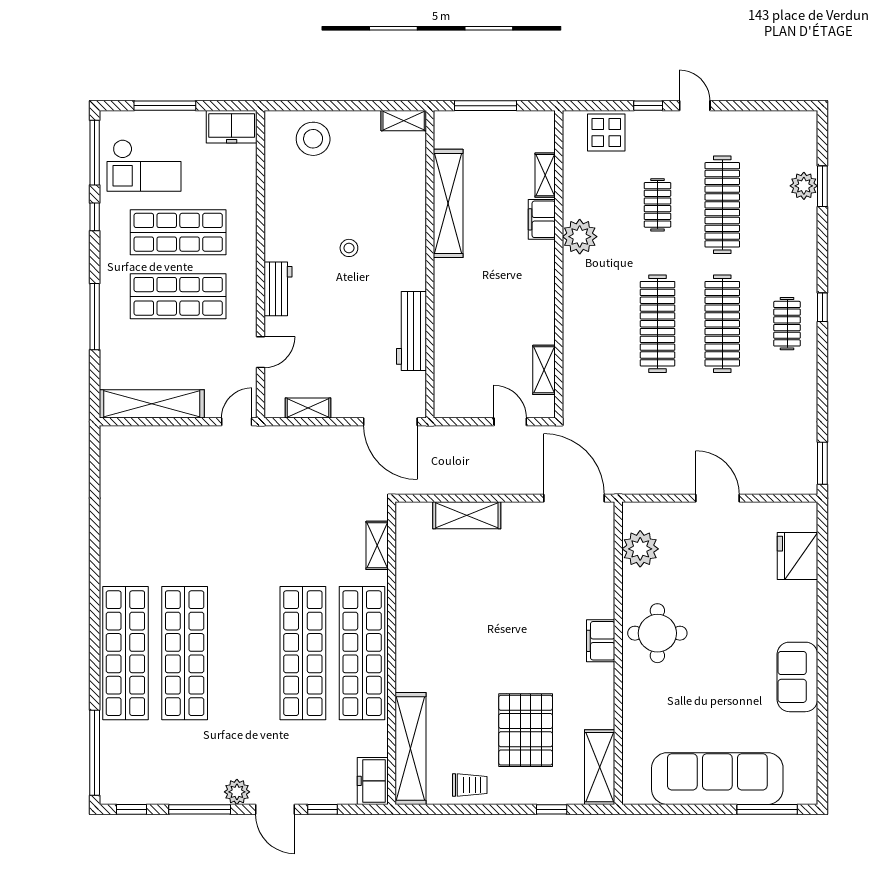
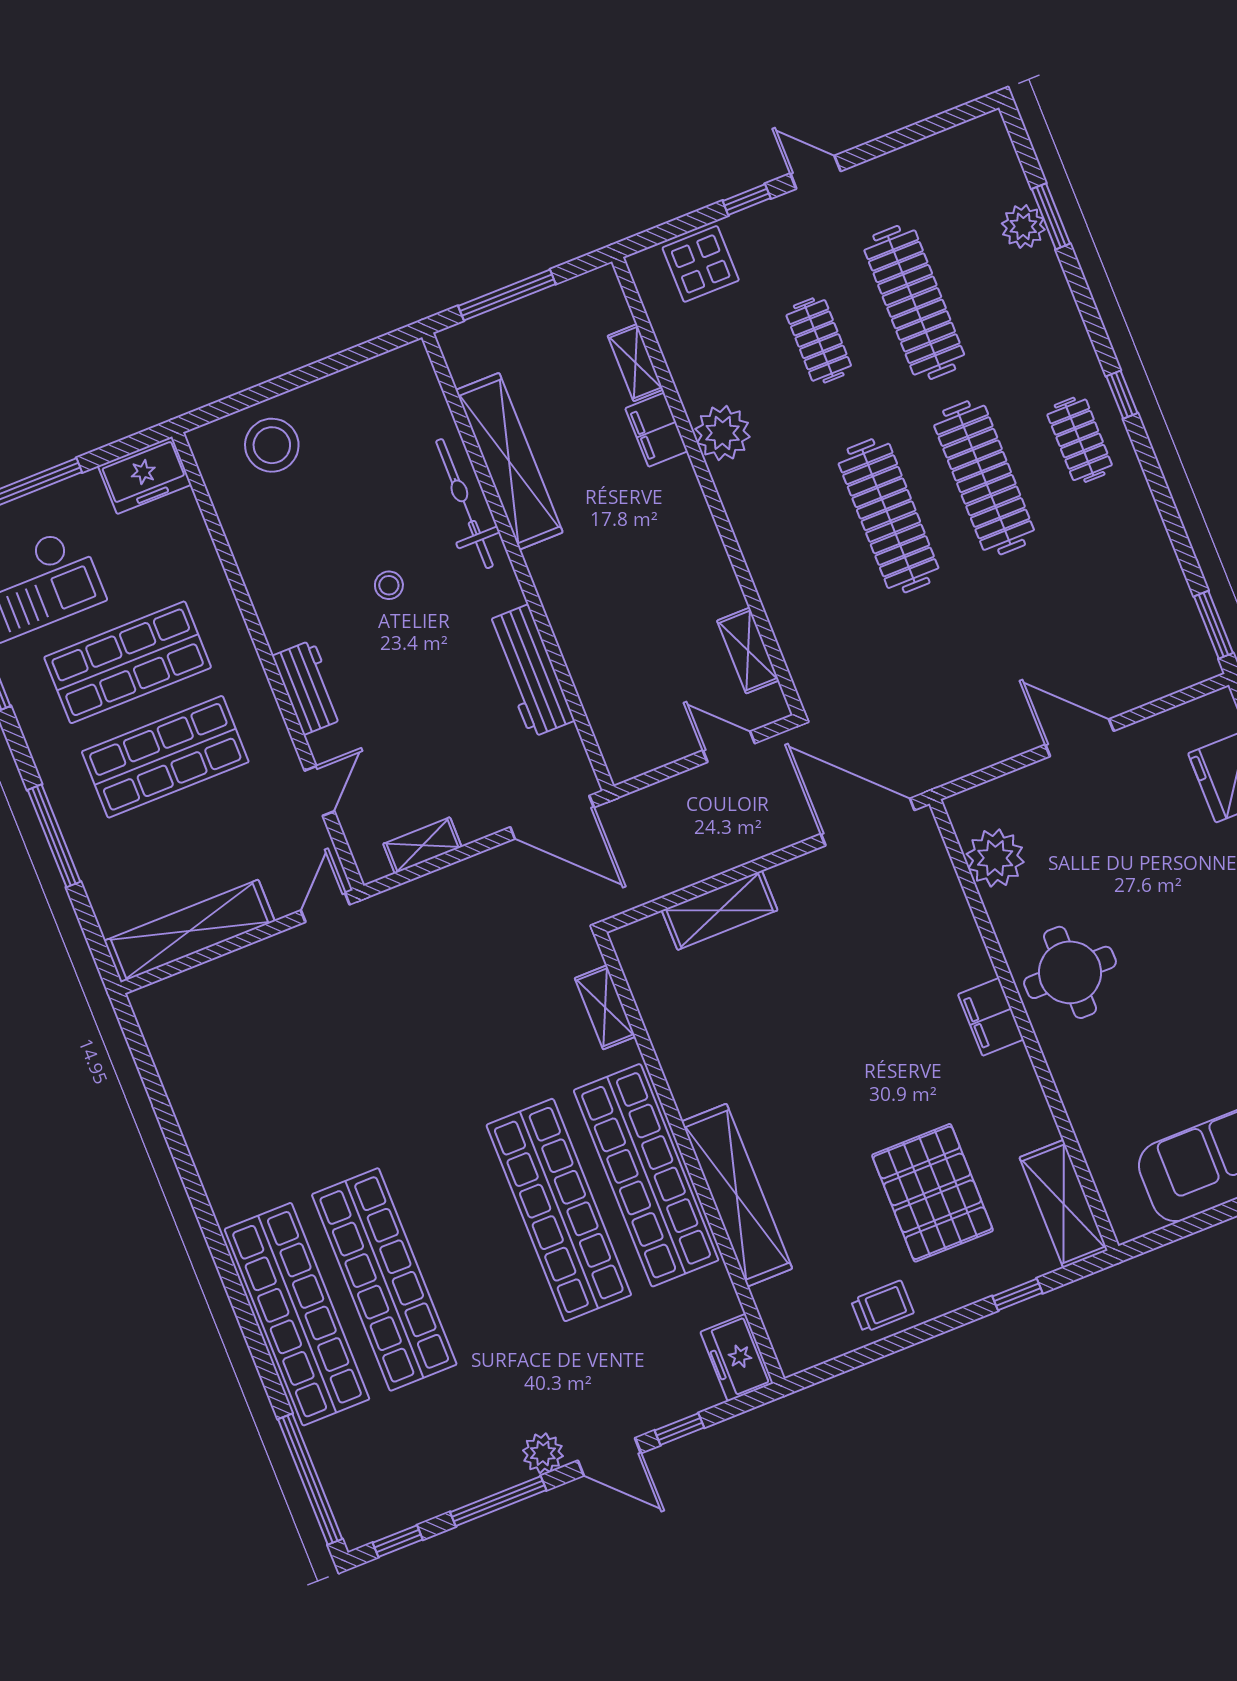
shelving: (404, 121) -> (395, 365), removed
bicycle: (412, 218) -> (464, 504), added
shelving: (411, 749) -> (737, 1195), moved

